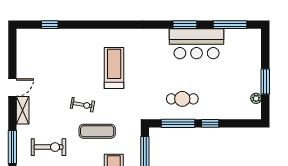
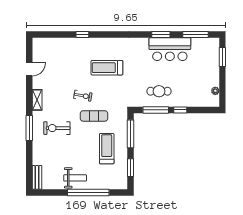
window: (50, 25) -> (82, 35), moved
treadmill: (114, 68) -> (107, 68), turned -90
window: (265, 82) -> (222, 57), moved
door: (12, 88) -> (29, 69), moved
exercise bike: (49, 147) -> (57, 128), turned 180

